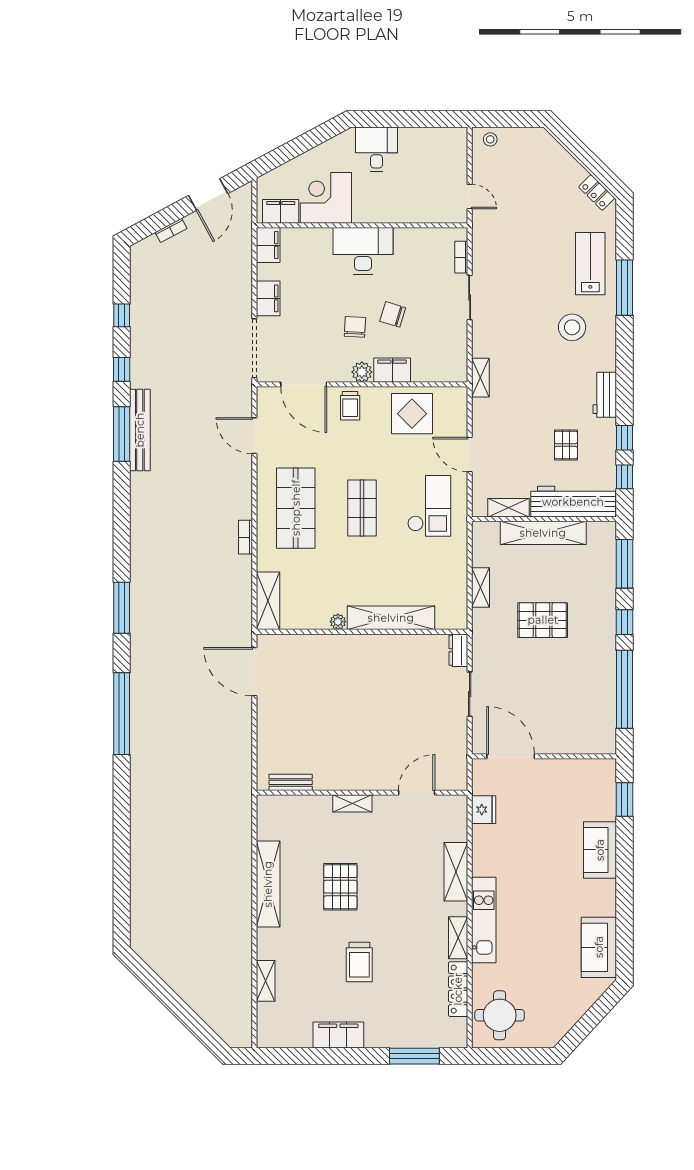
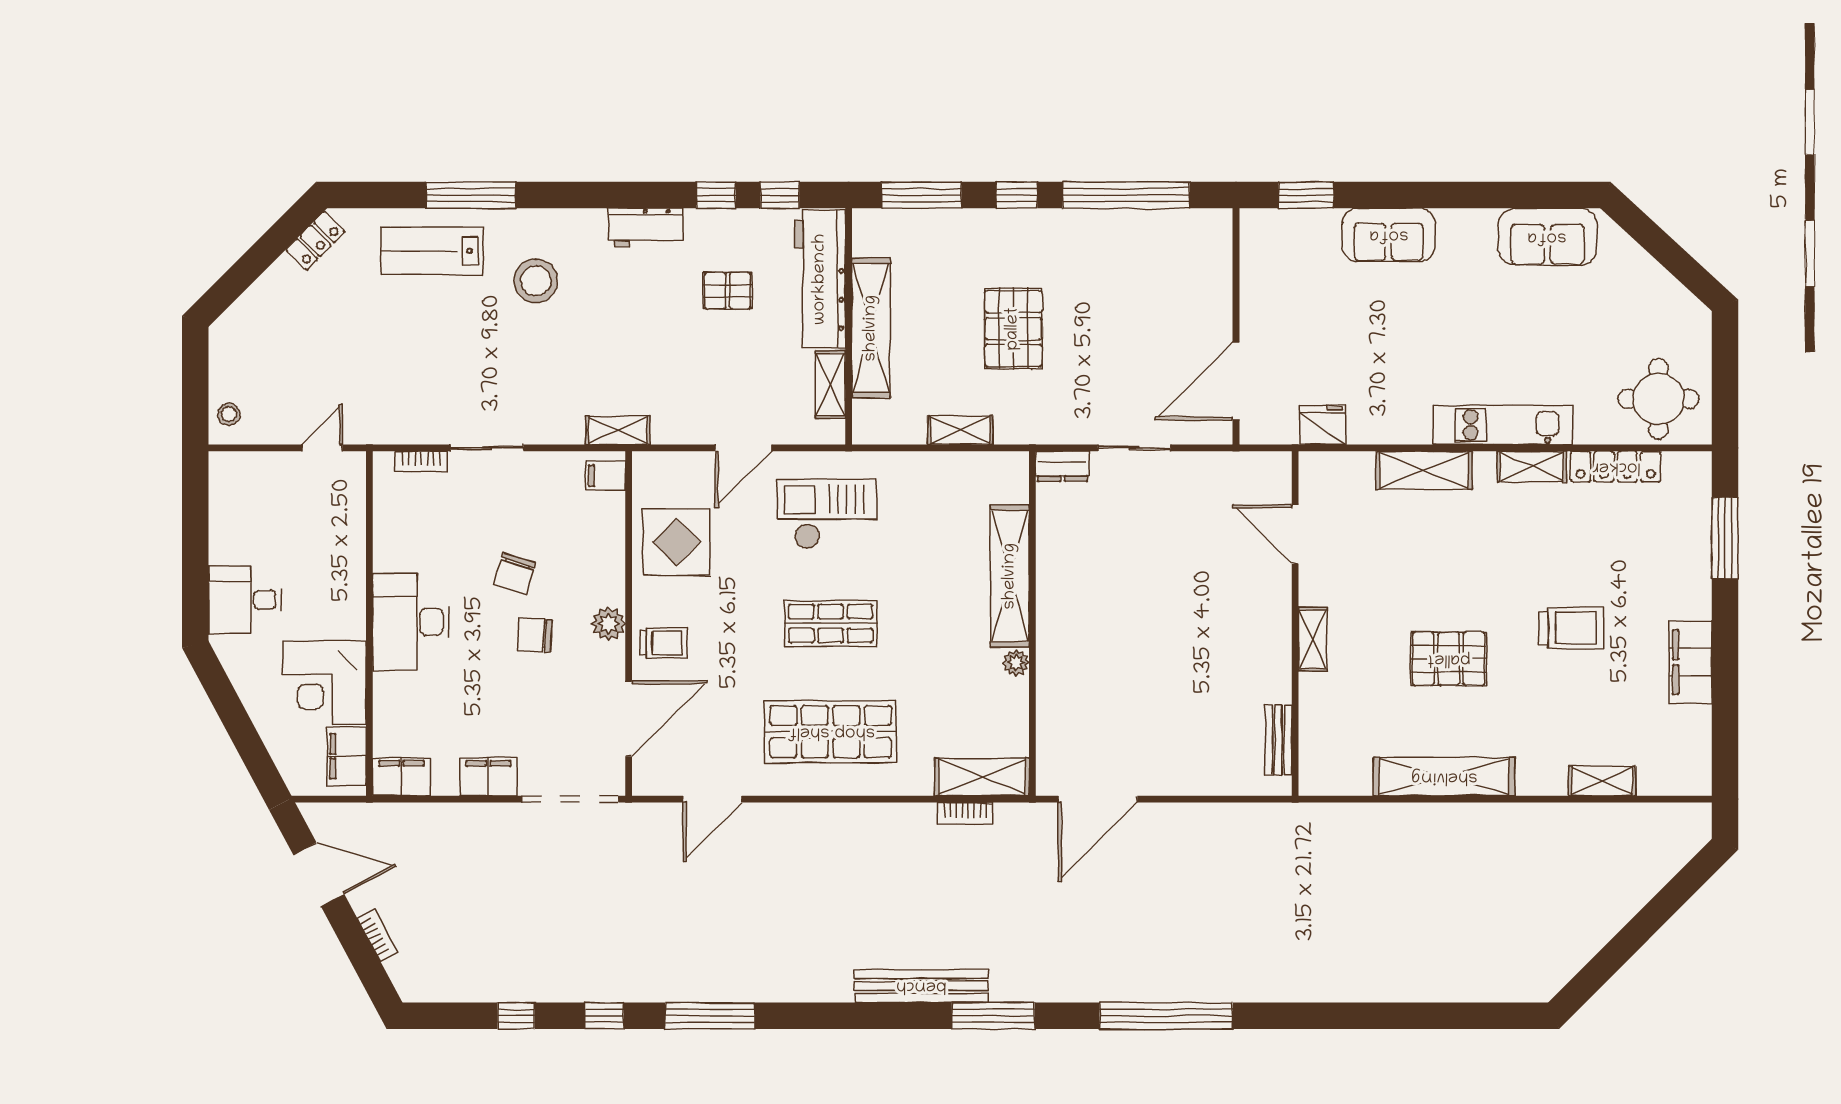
filing cabinet: (392, 370) -> (606, 476), moved, width x0.50
bench: (140, 430) -> (921, 986), moved
bookcase: (246, 537) -> (965, 814), moved

